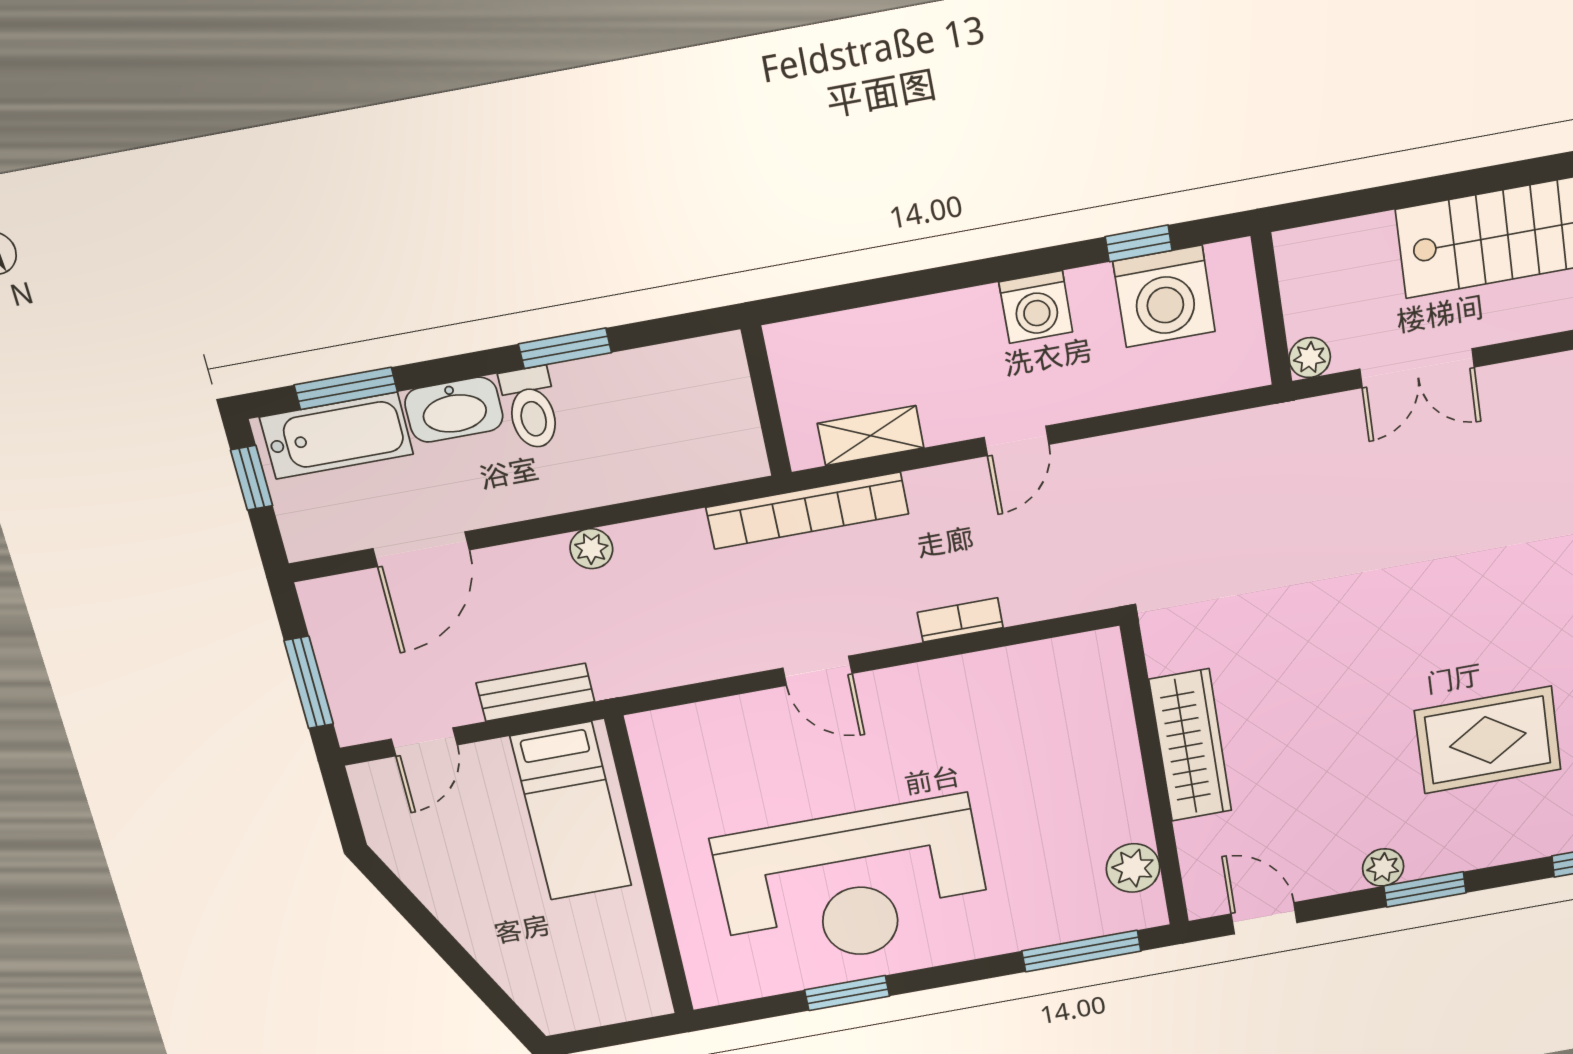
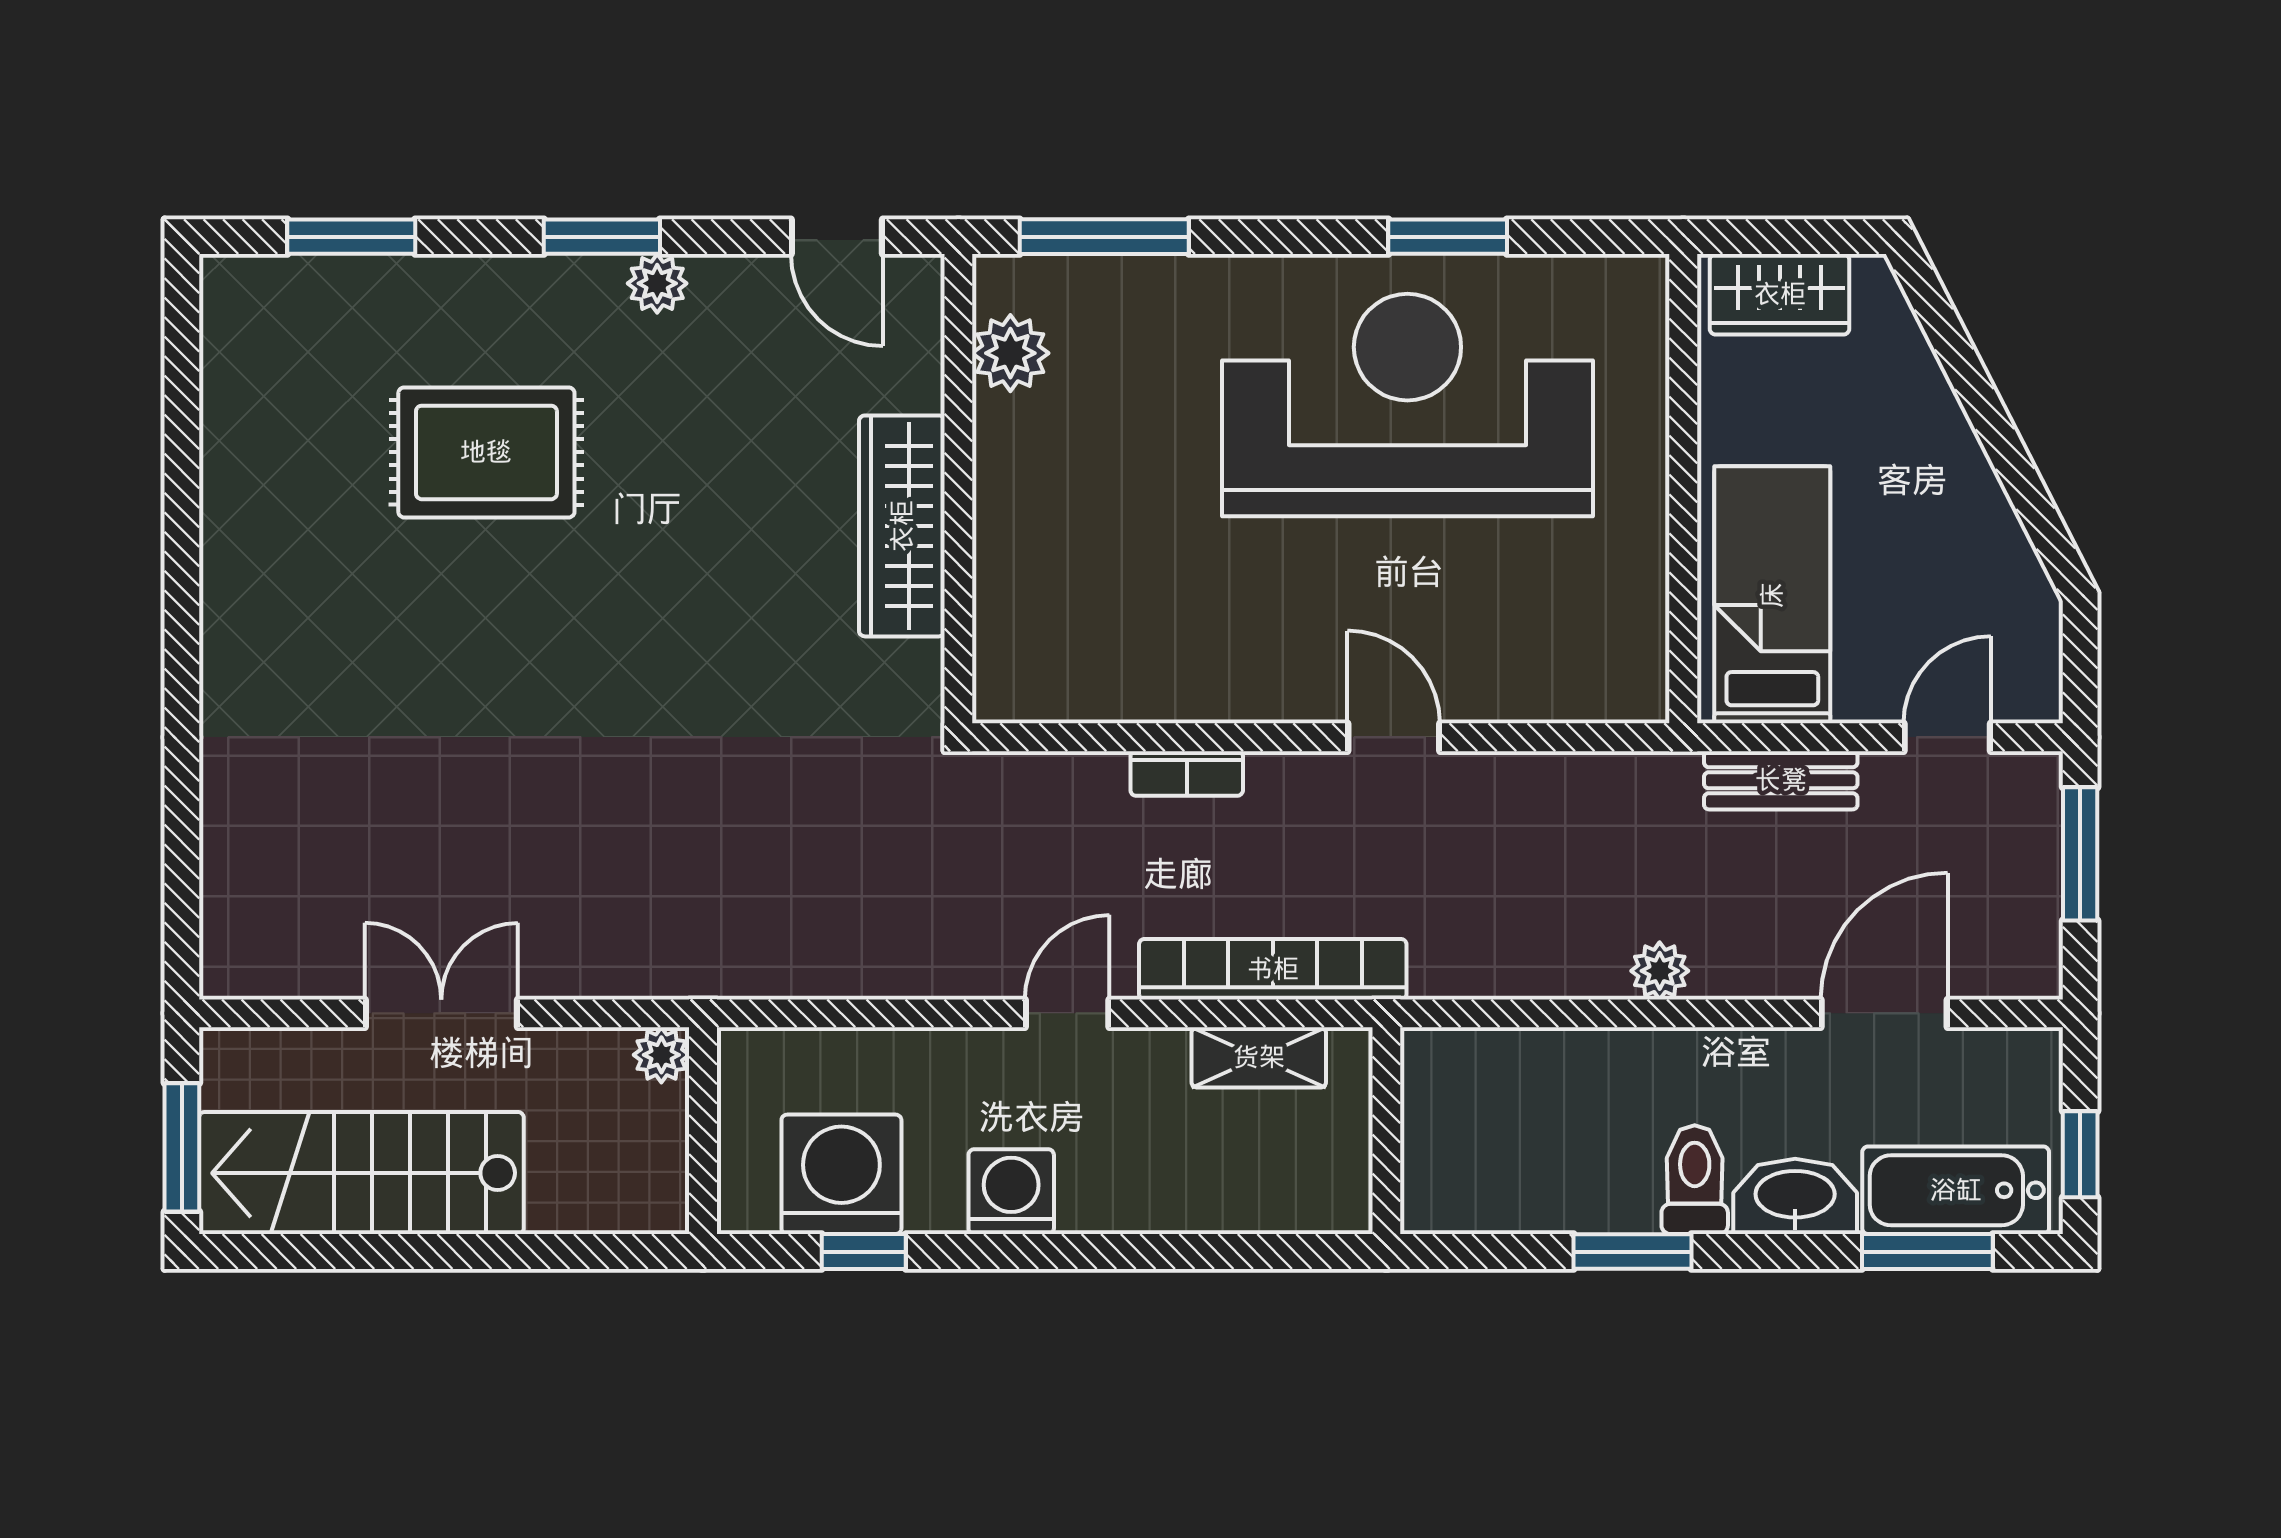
double door: (1417, 368) -> (441, 1013), moved
bookcase: (807, 511) -> (1273, 969), moved
wardrobe: (613, 999) -> (1780, 294), added

